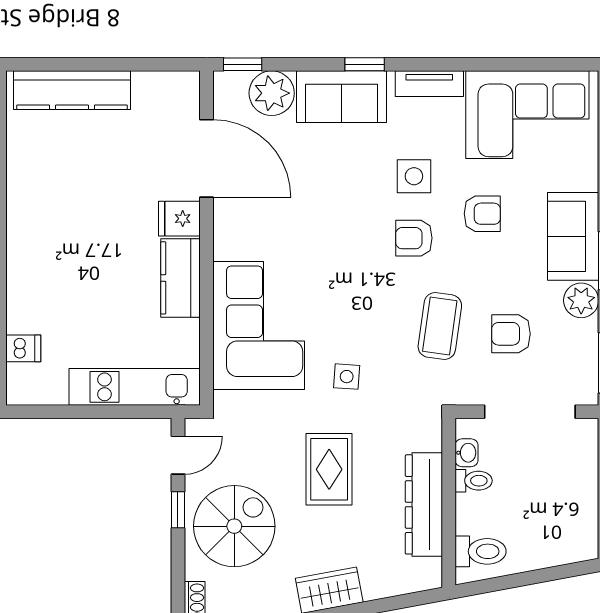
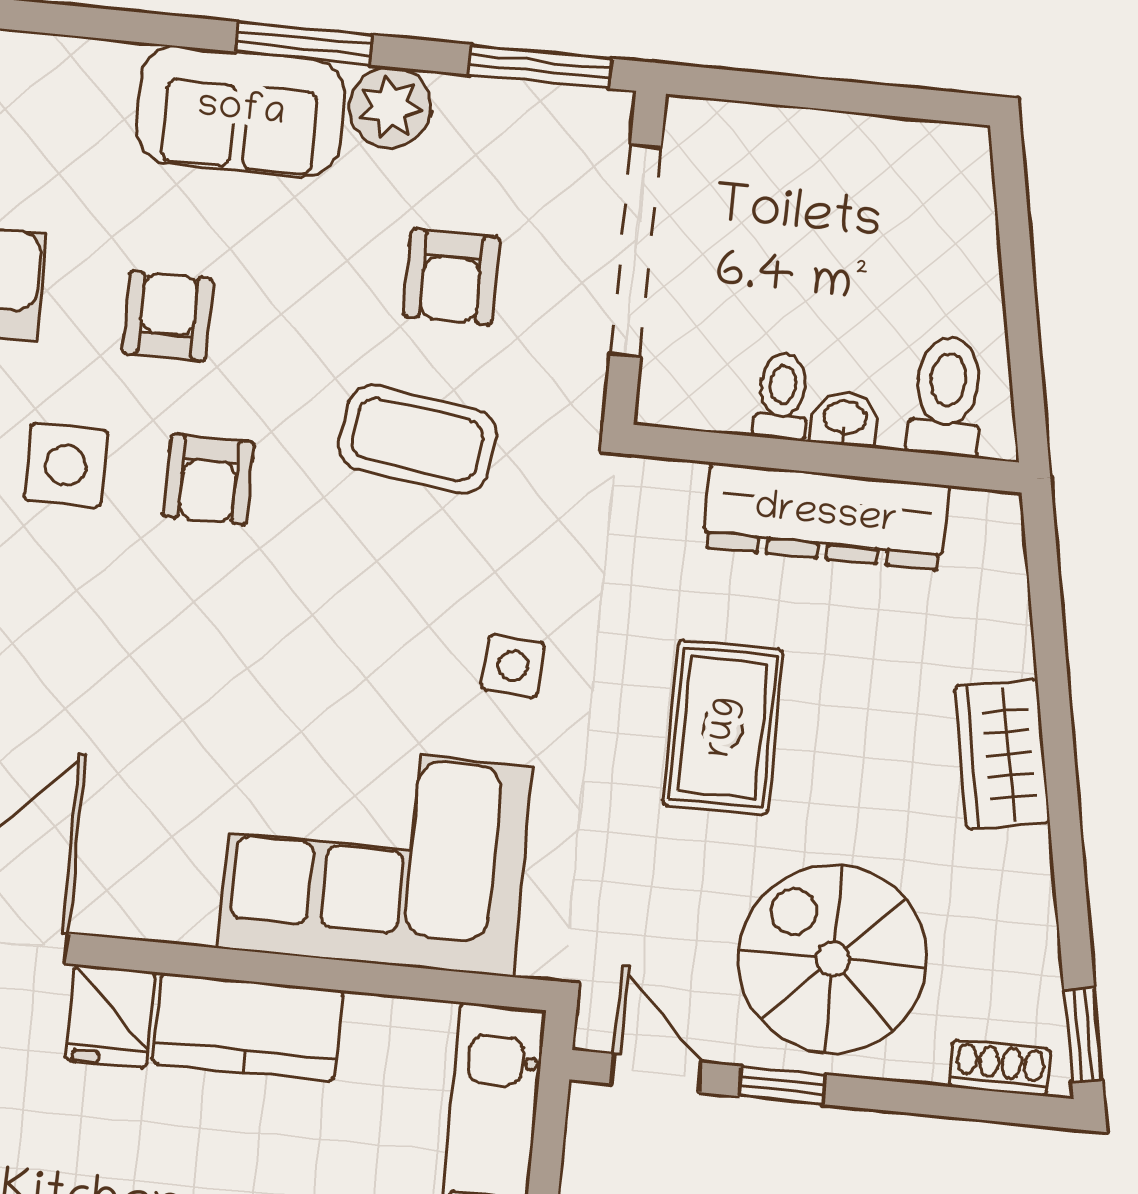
washbasin: (467, 453) -> (845, 419), moved
rug: (329, 469) -> (723, 727), turned 90

